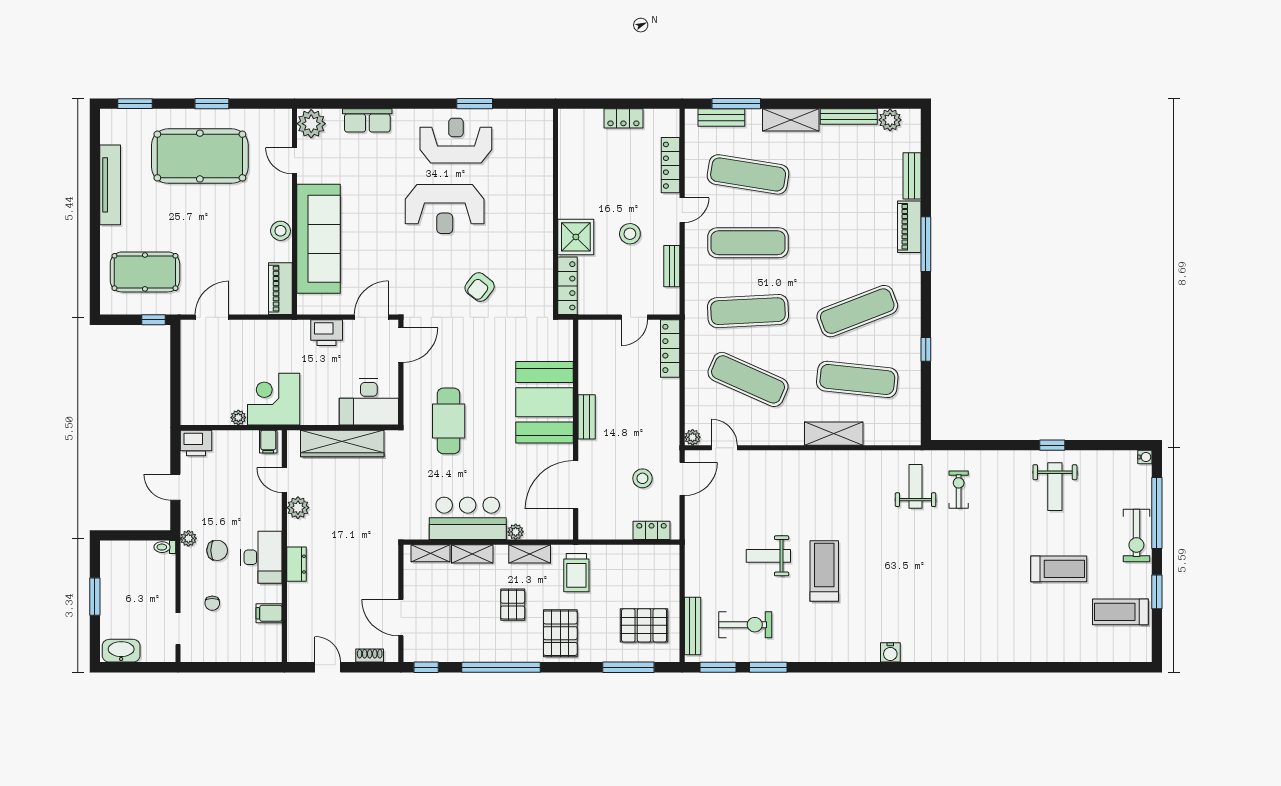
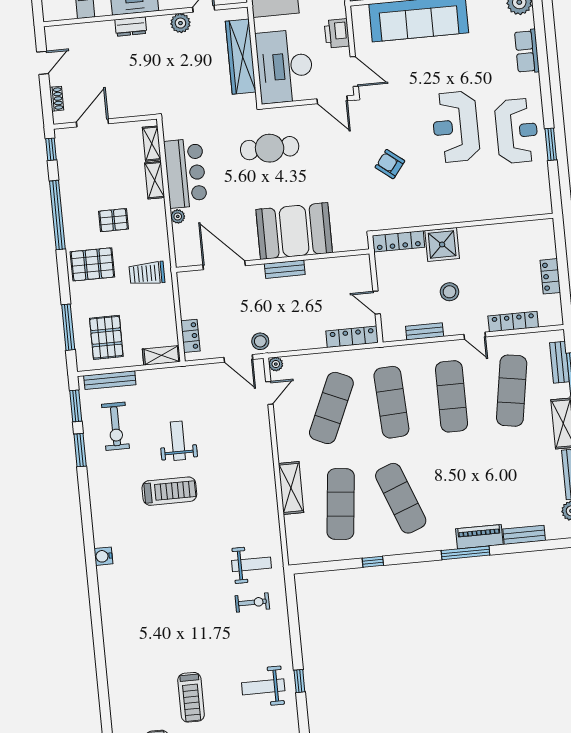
desk: (369, 402) -> (285, 66), width x1.36, depth x1.30
stool: (642, 478) -> (260, 341), moved
shelving: (530, 554) -> (161, 355), moved, turned 90

